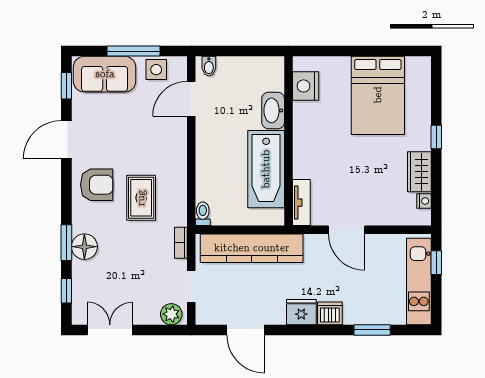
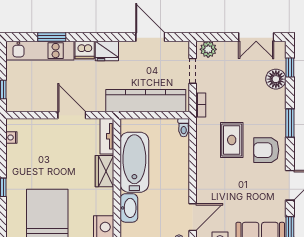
wardrobe: (419, 172) -> (105, 171), moved, turned 180
window: (66, 243) -> (290, 123), moved
floor lamp: (84, 247) -> (276, 79), moved
kitchen unit: (419, 281) -> (40, 51), moved, turned 90

